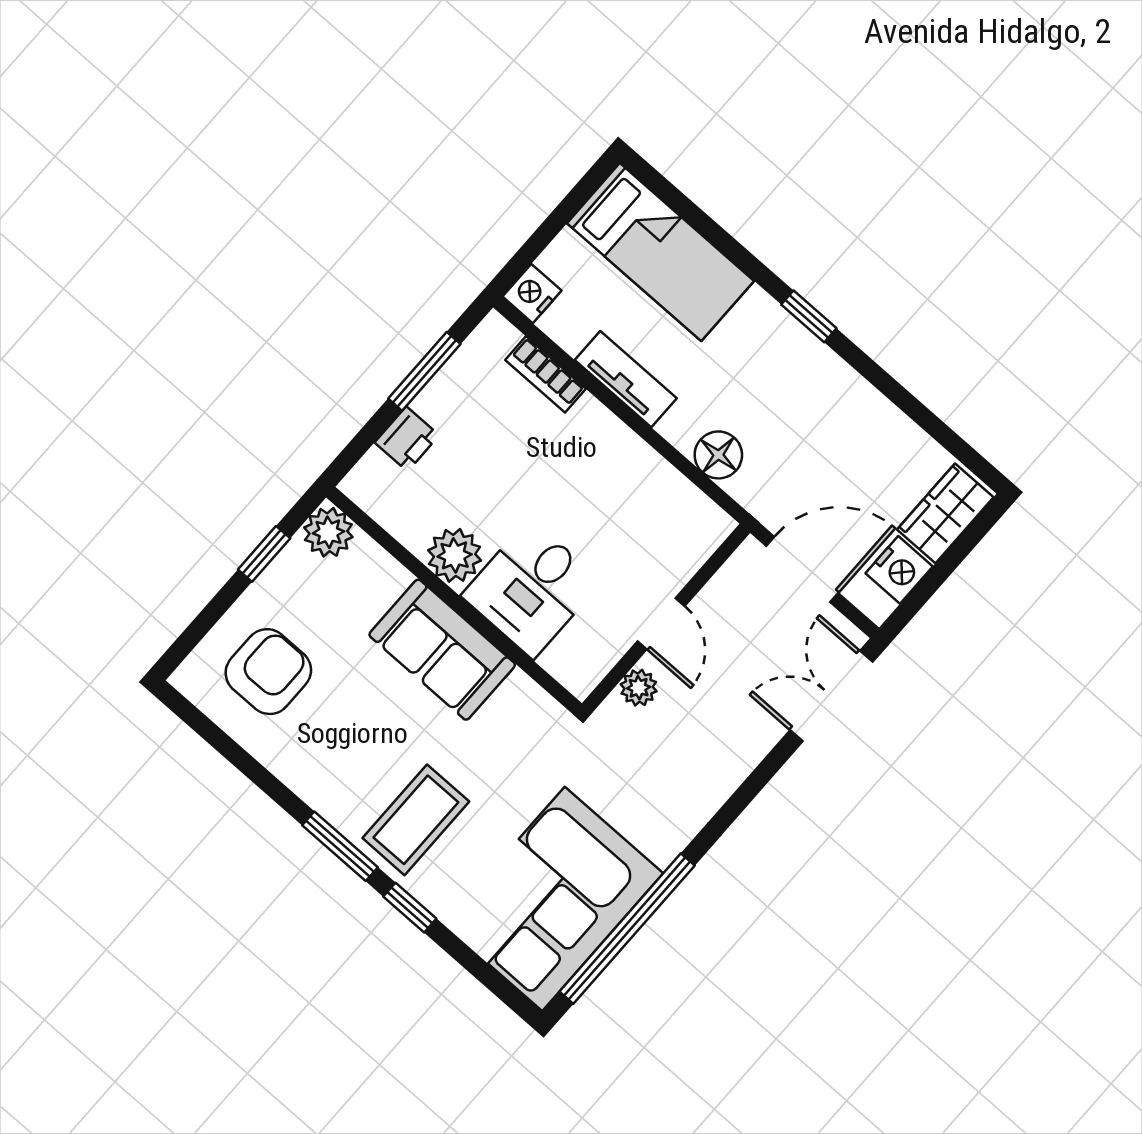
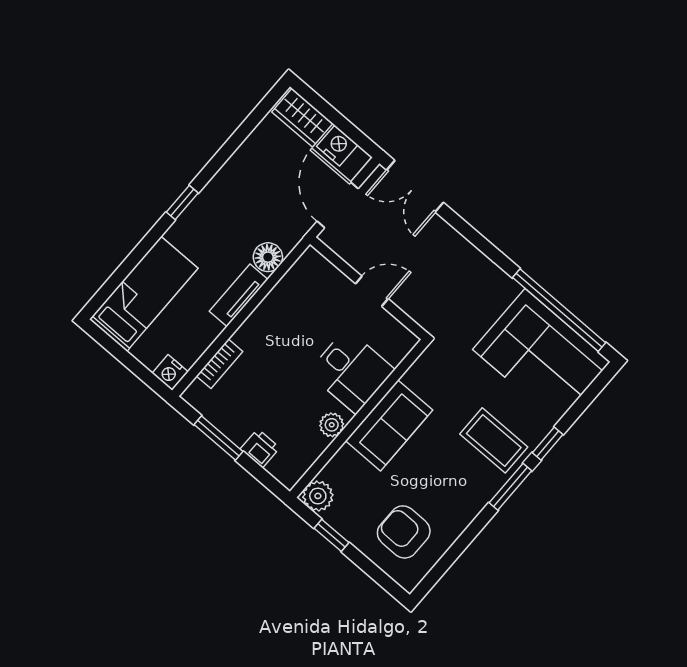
tv unit: (626, 379) -> (238, 295), moved
plant: (455, 555) -> (332, 425), width x0.73, depth x0.73
plant: (639, 688) -> (411, 305), removed

